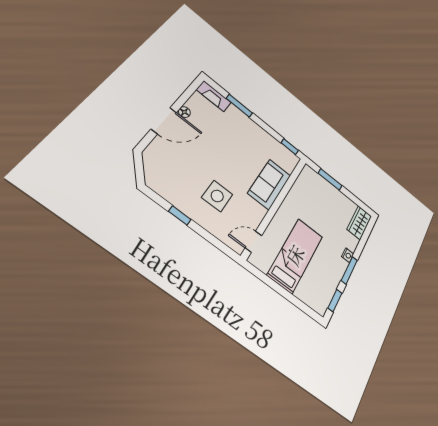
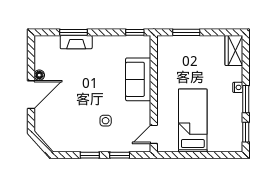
fireplace: (214, 96) -> (76, 42), moved
side table: (217, 196) -> (106, 121), width x0.54, depth x0.54
window: (209, 237) -> (120, 155), added

